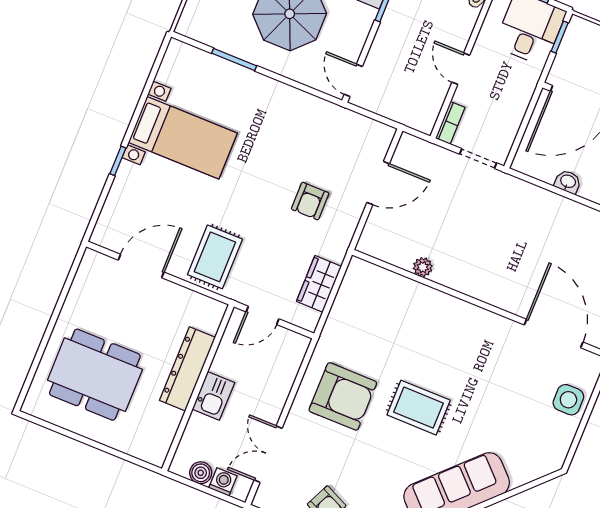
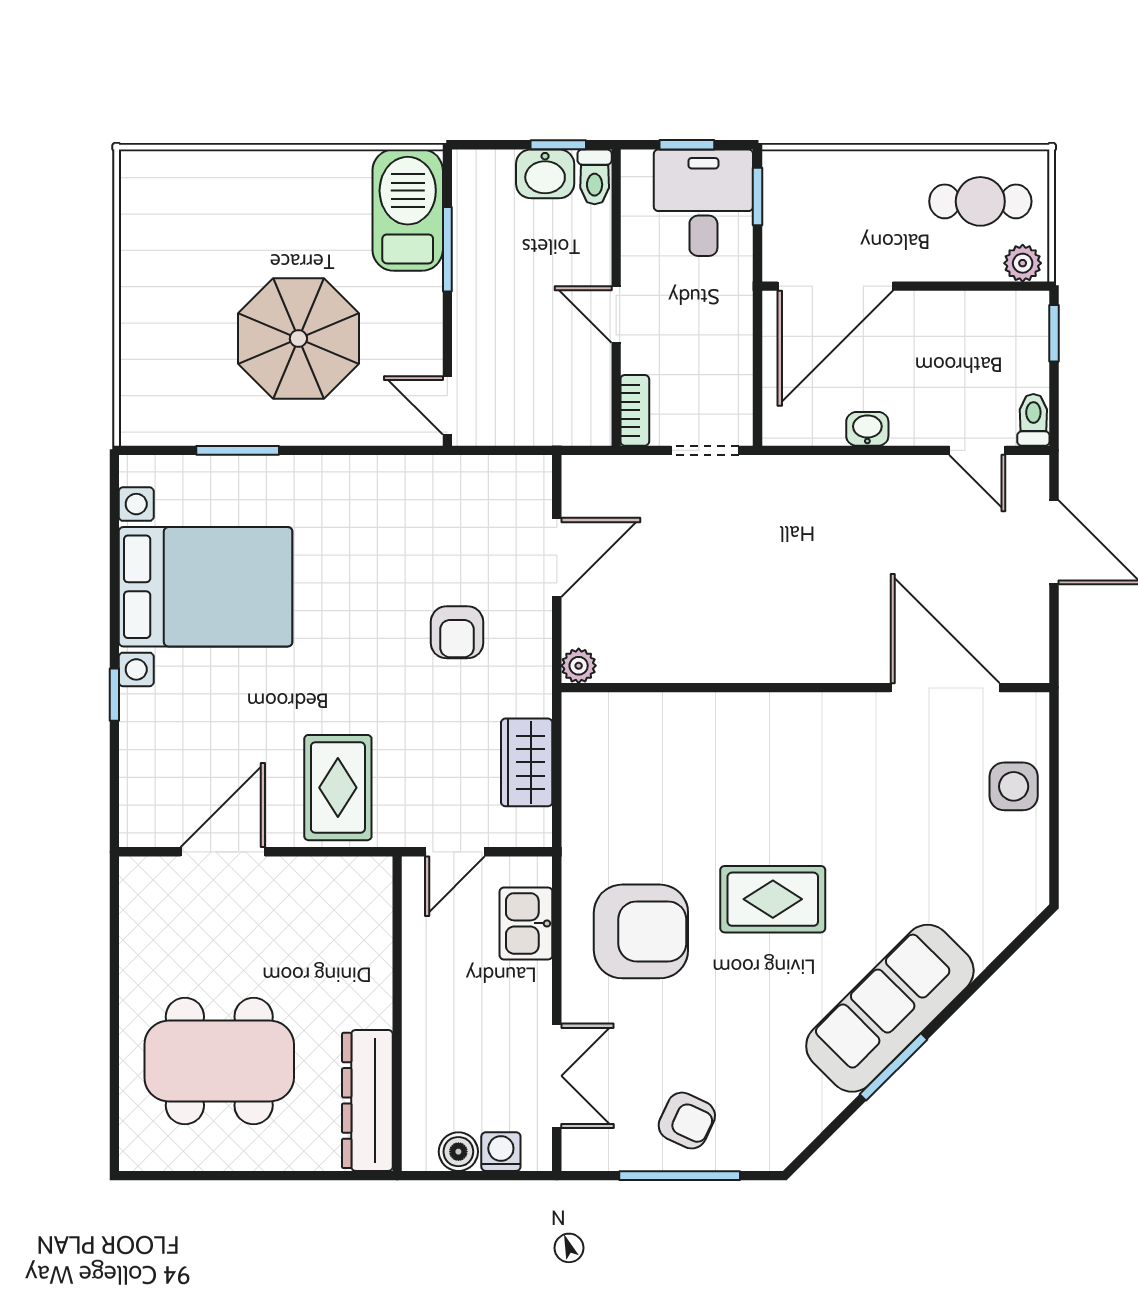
bed with nightstands: (183, 138) -> (206, 587), width x1.36
plant: (423, 267) -> (579, 666), moved
dresser: (187, 369) -> (367, 1100), moved
kitchen sink: (213, 396) -> (526, 923), moved, turned 180
double door: (268, 454) -> (557, 1076), swing flipped

